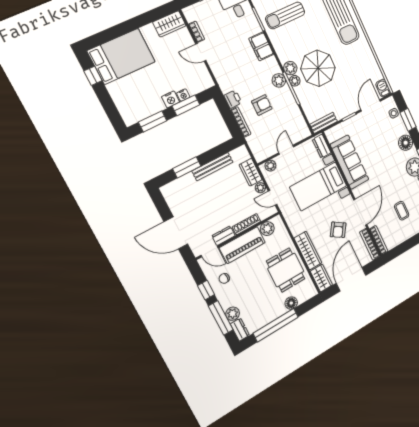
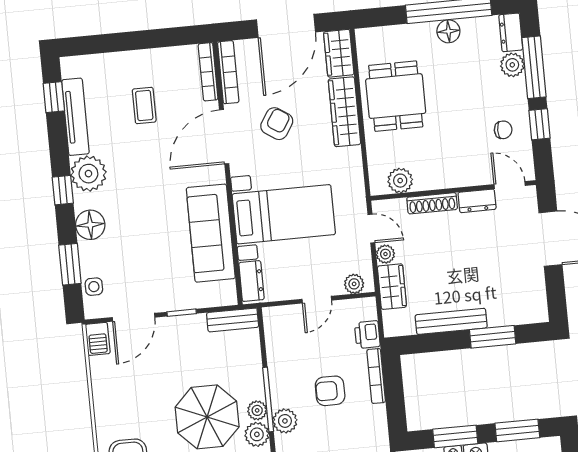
printer: (233, 99) -> (367, 335), moved
piano: (242, 245) -> (452, 171), removed
floor lamp: (291, 303) -> (448, 31), moved

